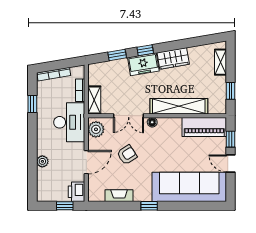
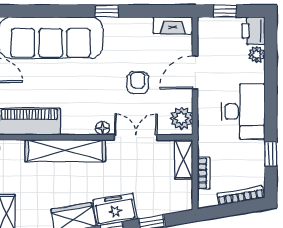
desk: (69, 122) -> (243, 111), moved, turned 180
armchair: (127, 155) -> (138, 83), turned 123
plant: (42, 161) -> (257, 54), moved
printer: (76, 192) -> (253, 31), moved, turned 180
fireplace: (119, 196) -> (173, 25), moved

